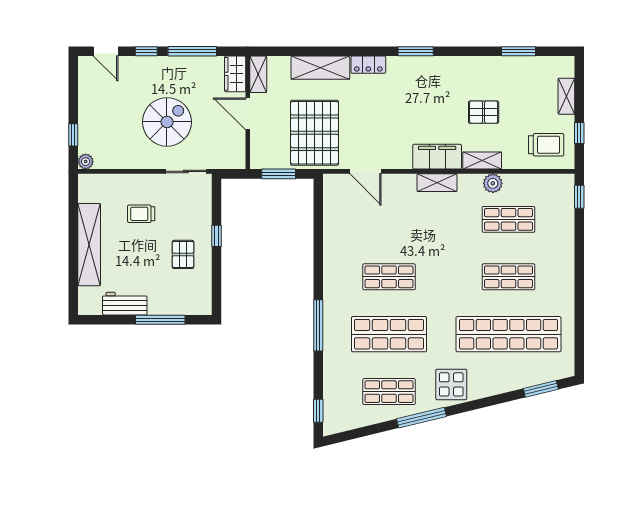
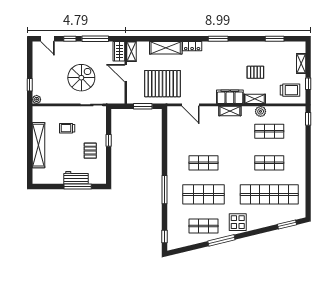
pallet: (314, 133) -> (162, 84), turned 90
workbench: (125, 304) -> (76, 178), moved

